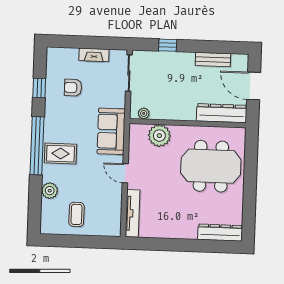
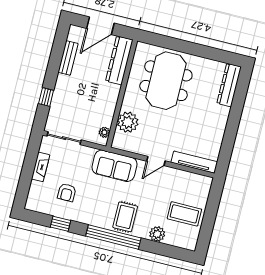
coffee table: (77, 214) -> (184, 214), width x1.36, depth x1.30

